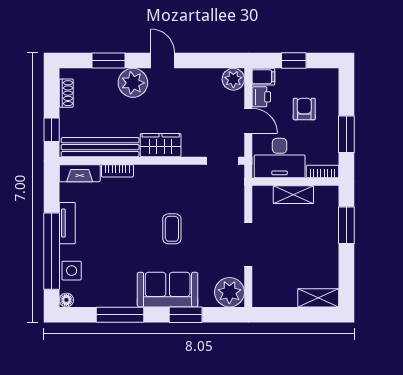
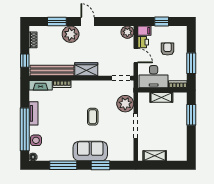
plant: (229, 292) -> (125, 104), moved
shelving: (318, 298) -> (155, 156), moved

